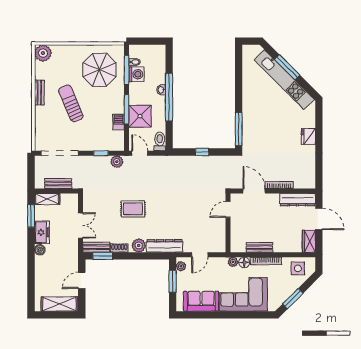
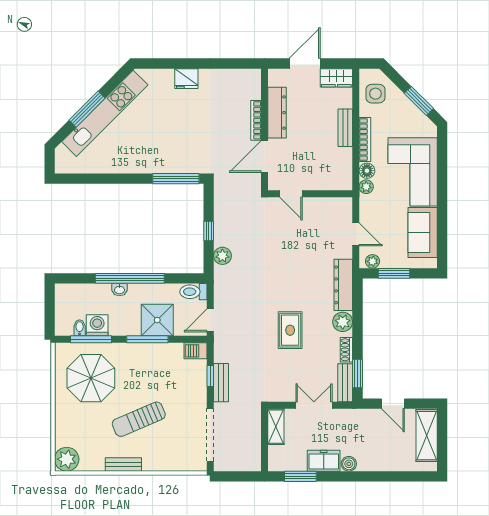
barbecue: (119, 122) -> (195, 351), moved
plant: (117, 162) -> (222, 256), moved
bench: (58, 183) -> (221, 383), moved
shelving: (47, 199) -> (276, 427), moved
dresser: (298, 200) -> (277, 113), moved
bench: (259, 247) -> (345, 128), moved

